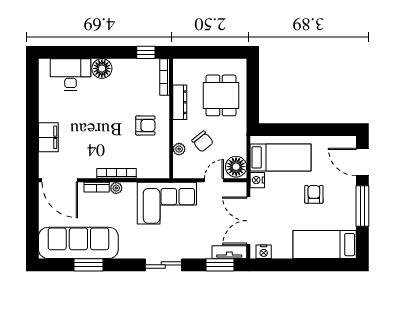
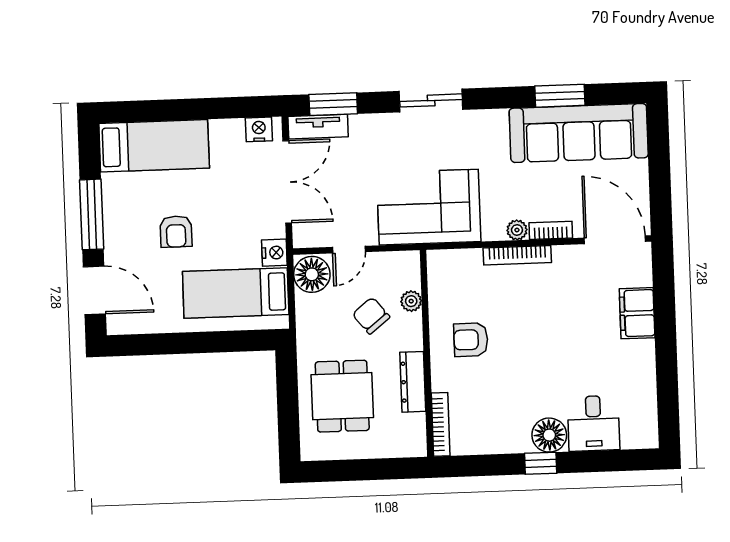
window: (146, 52) -> (541, 463), moved
desk: (71, 74) -> (593, 423), width x0.73

